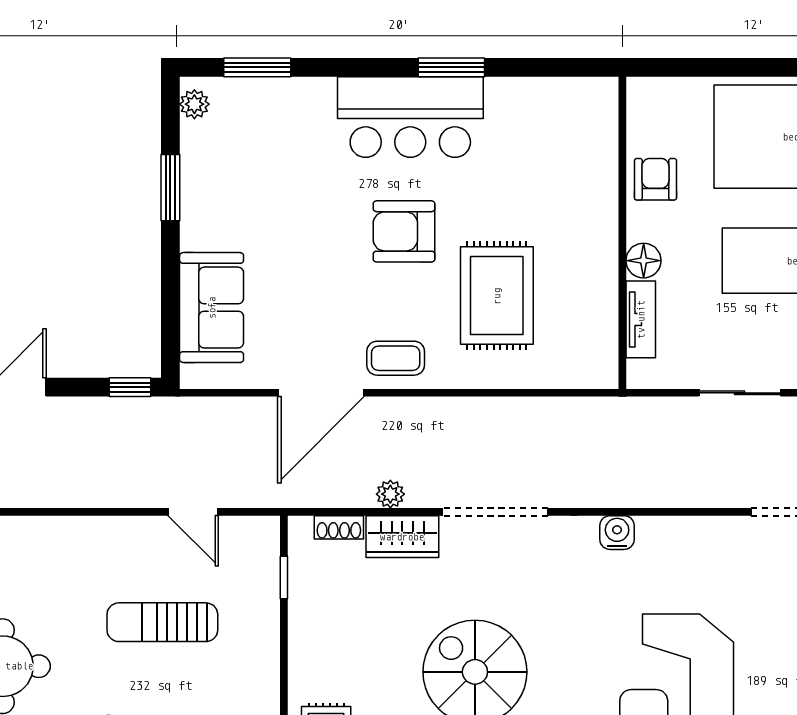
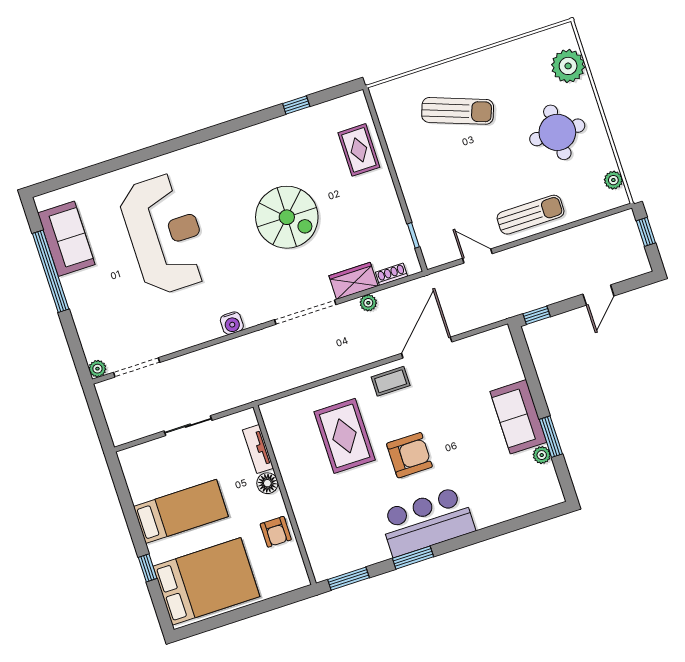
window: (257, 67) -> (348, 579), moved
plant: (194, 104) -> (542, 455), moved
sofa: (212, 308) -> (518, 417), moved
sun lounger: (162, 622) -> (531, 215), moved

